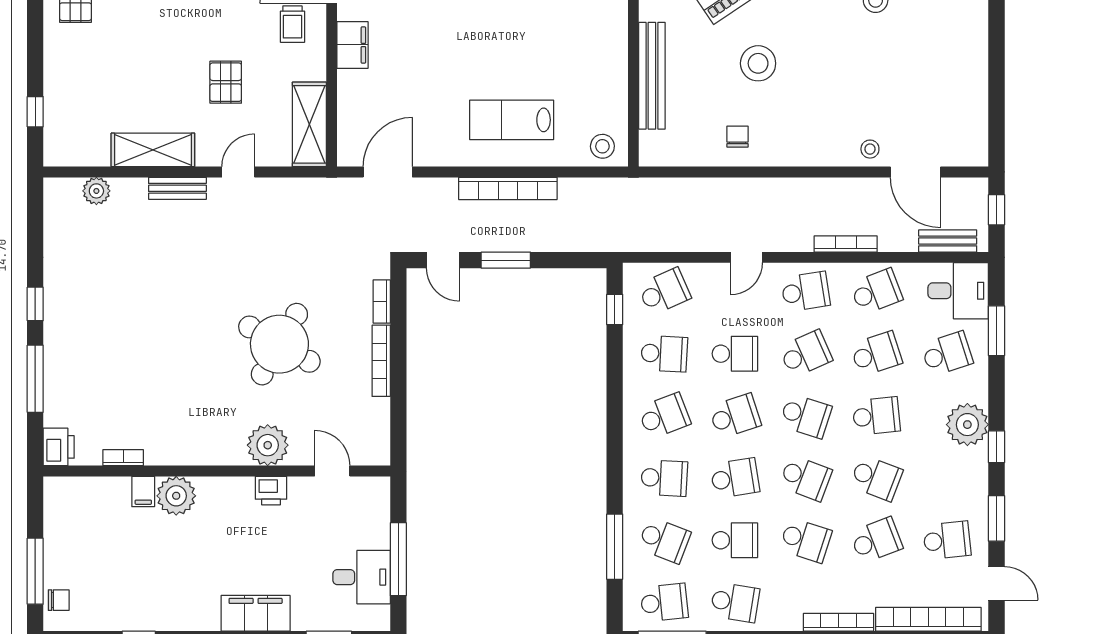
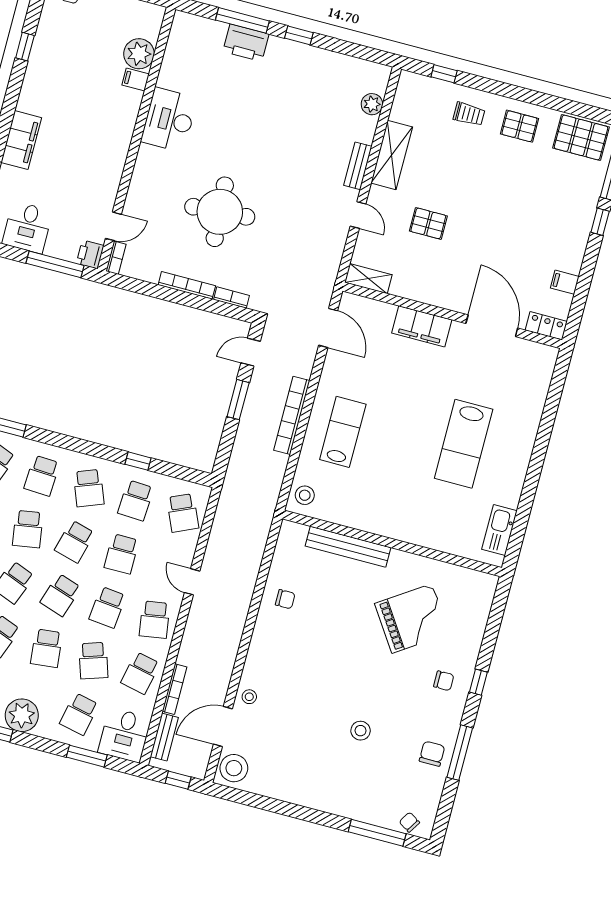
trolley: (292, 24) -> (469, 114), moved, turned 180
filing cabinet: (353, 45) -> (422, 326), width x1.50, depth x1.17
stool: (758, 63) -> (234, 768), moved
shelving: (309, 124) -> (368, 279), width x0.67, depth x0.75
bookcase: (846, 244) -> (175, 689), moved
school desk: (876, 292) -> (140, 673), turned 33
window: (615, 309) -> (138, 461), moved
round table: (279, 344) -> (220, 212), turned -34
school desk: (806, 354) -> (108, 607), turned 30
school desk: (947, 354) -> (79, 714), turned 30
school desk: (735, 416) -> (75, 541), turned 33
desk: (182, 437) -> (169, 120), added
plant: (268, 445) -> (146, 183), removed
printer: (59, 447) -> (246, 43), moved, width x1.37, depth x1.19
bookcase: (123, 458) -> (116, 258), moved
printer: (271, 491) -> (90, 254), moved
plant: (176, 496) -> (139, 54), moved
window: (398, 559) -> (55, 264), moved

